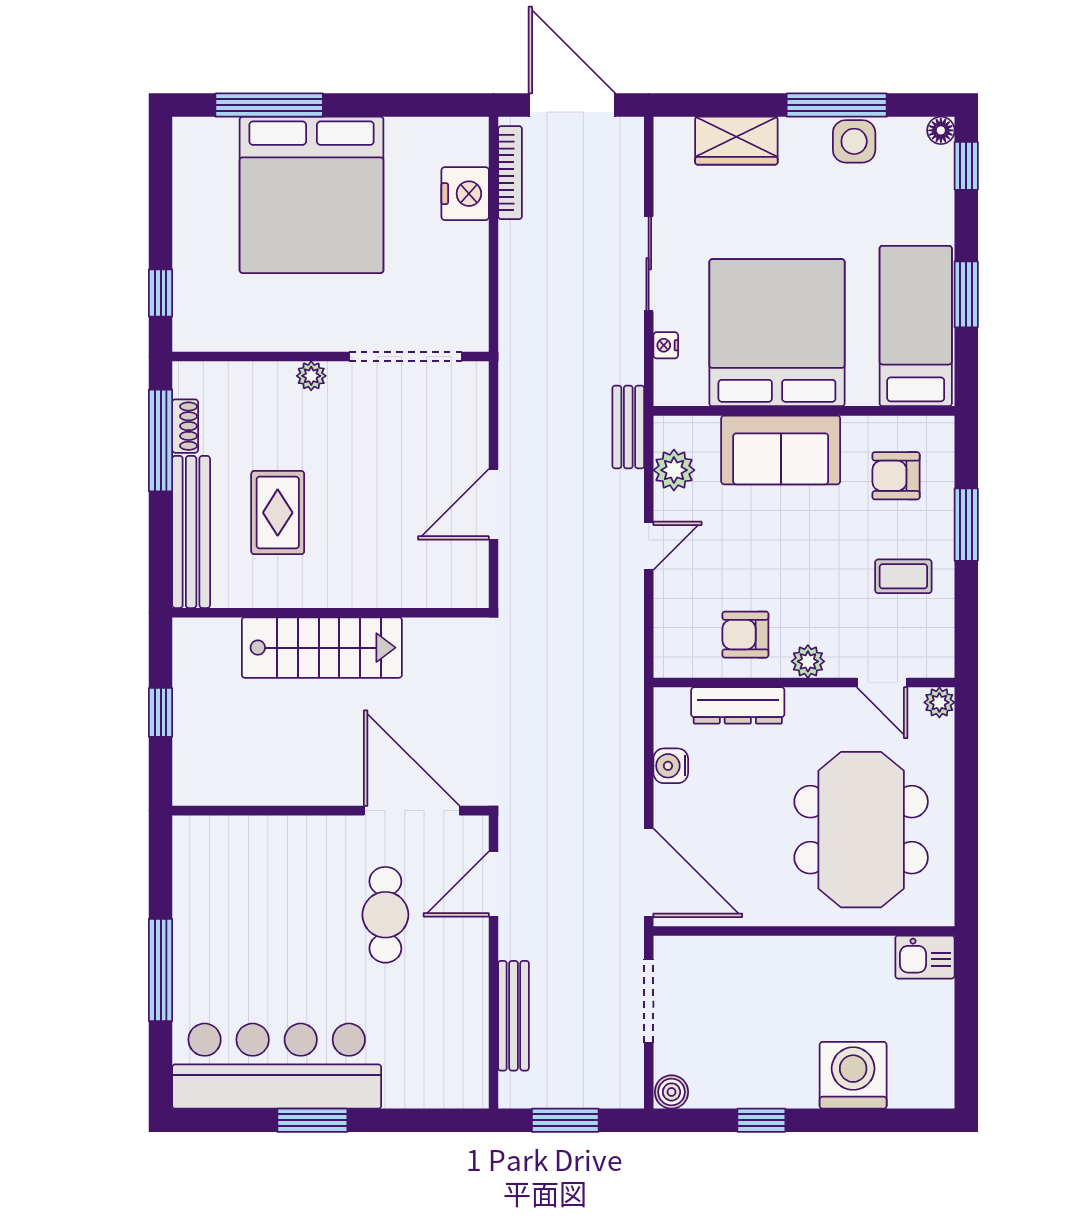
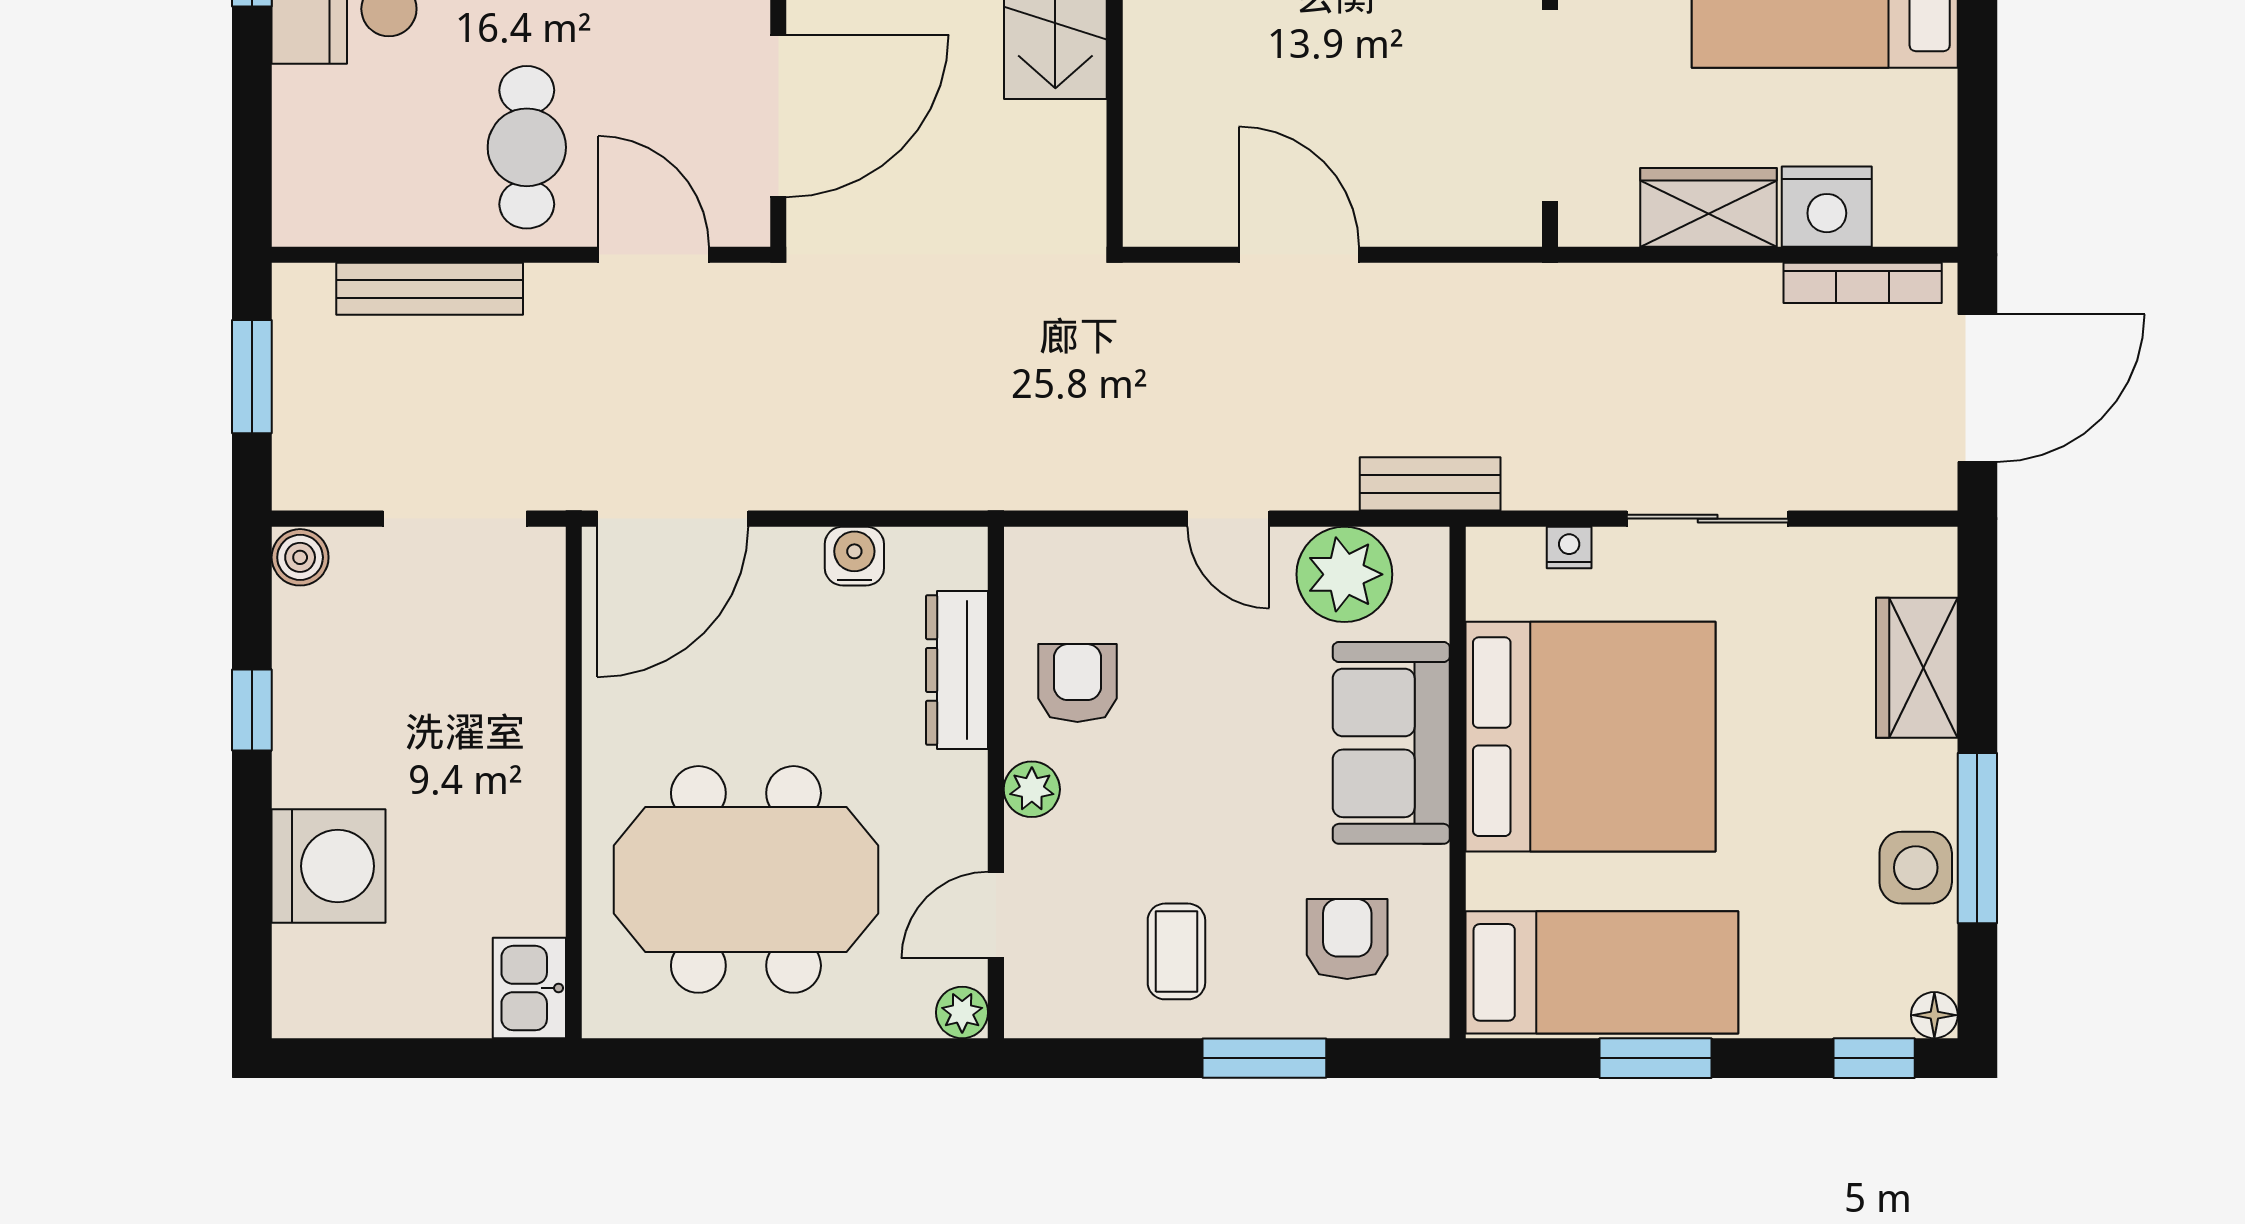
wardrobe: (466, 263) -> (1709, 207), added
plant: (674, 470) -> (1344, 574), width x1.36, depth x1.36
cafe table: (385, 915) -> (527, 147), moved, turned 90

